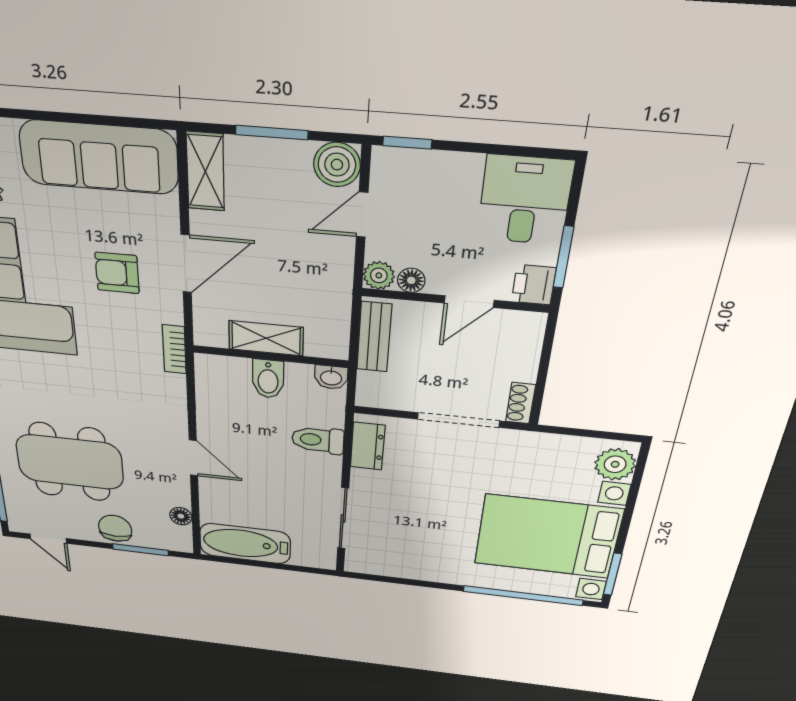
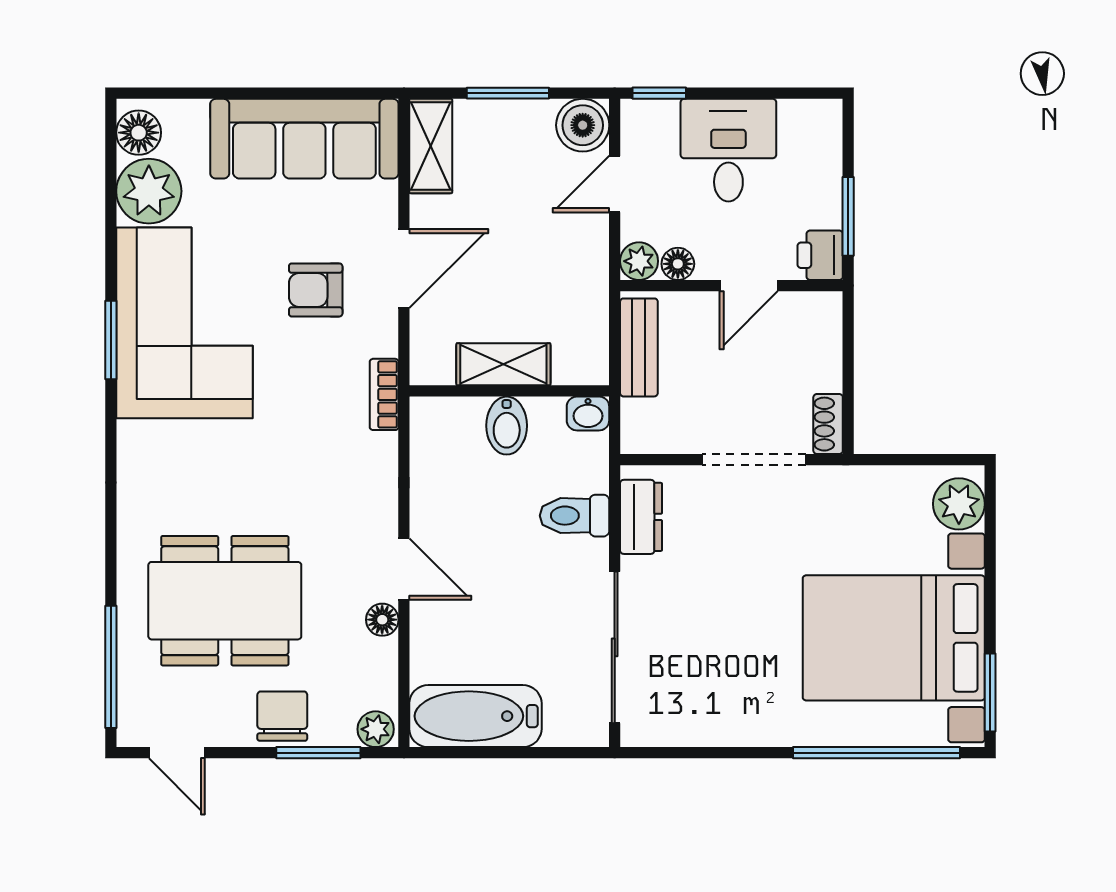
desk: (525, 200) -> (728, 150), moved
floor lamp: (181, 516) -> (382, 620), moved
sliding door: (343, 518) -> (615, 647), width x1.37
plant: (178, 542) -> (376, 729), added

